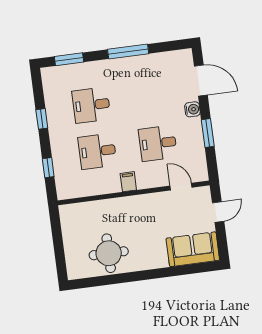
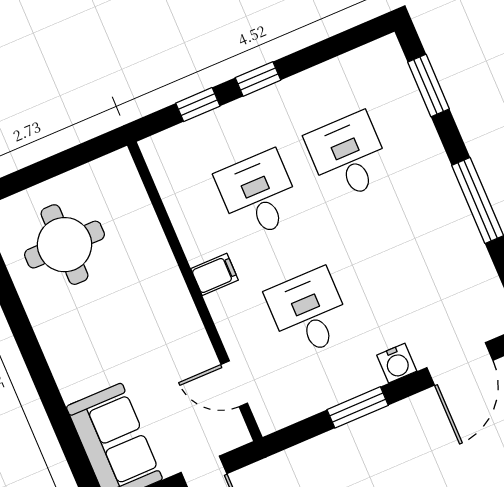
window: (42, 119) -> (258, 79), moved
door: (181, 187) -> (234, 384), swing flipped
round table: (109, 253) -> (64, 245), moved

